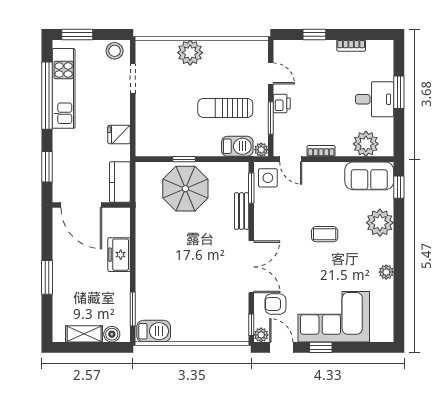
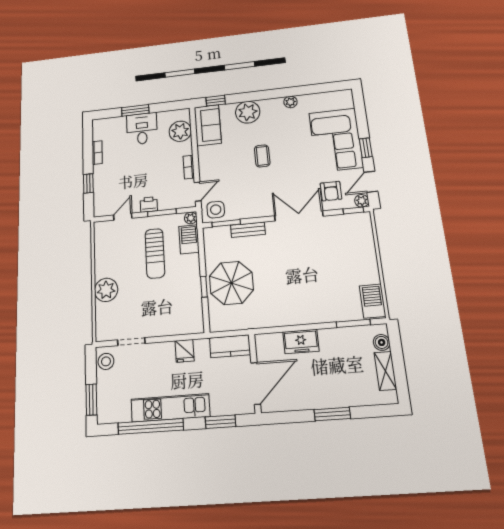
kitchen unit: (64, 88) -> (170, 408), moved

